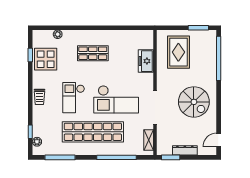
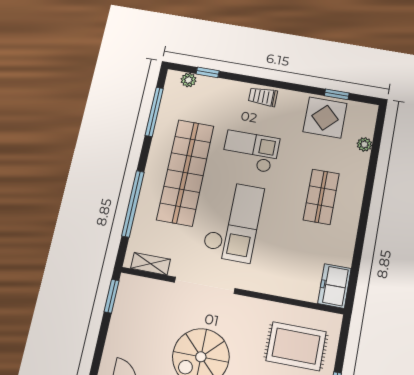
freezer: (146, 61) -> (334, 286), moved, turned -90
checkout: (116, 99) -> (233, 221), turned 180
dresser: (185, 150) -> (118, 324), removed

